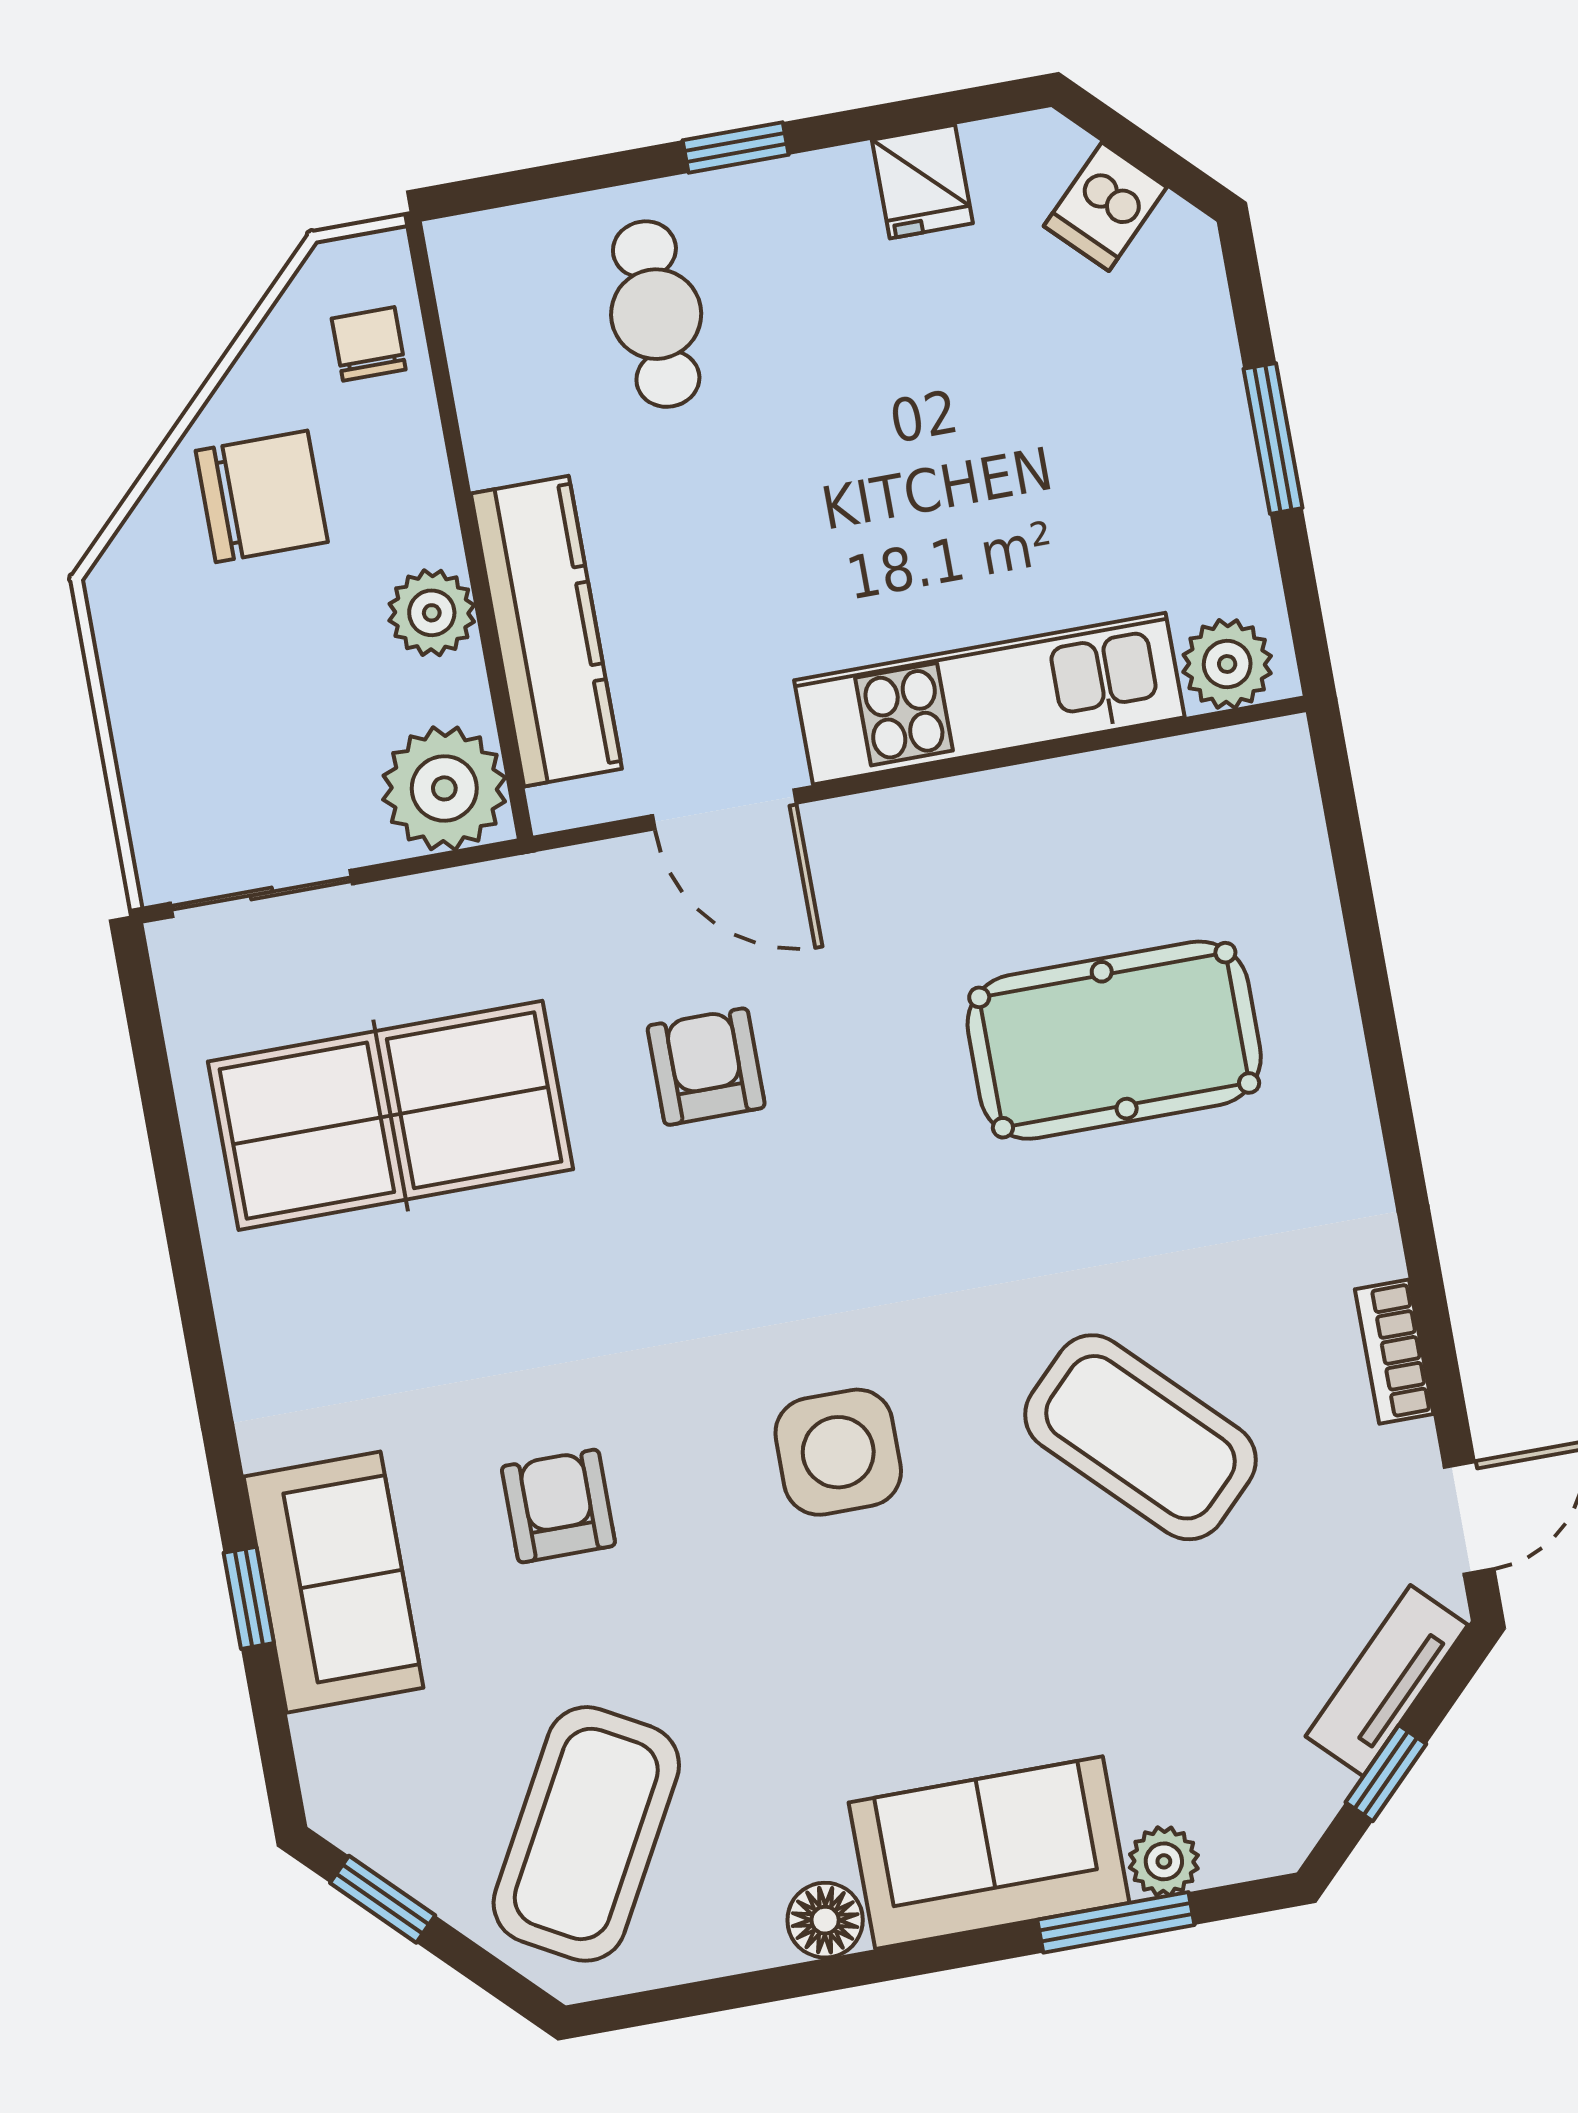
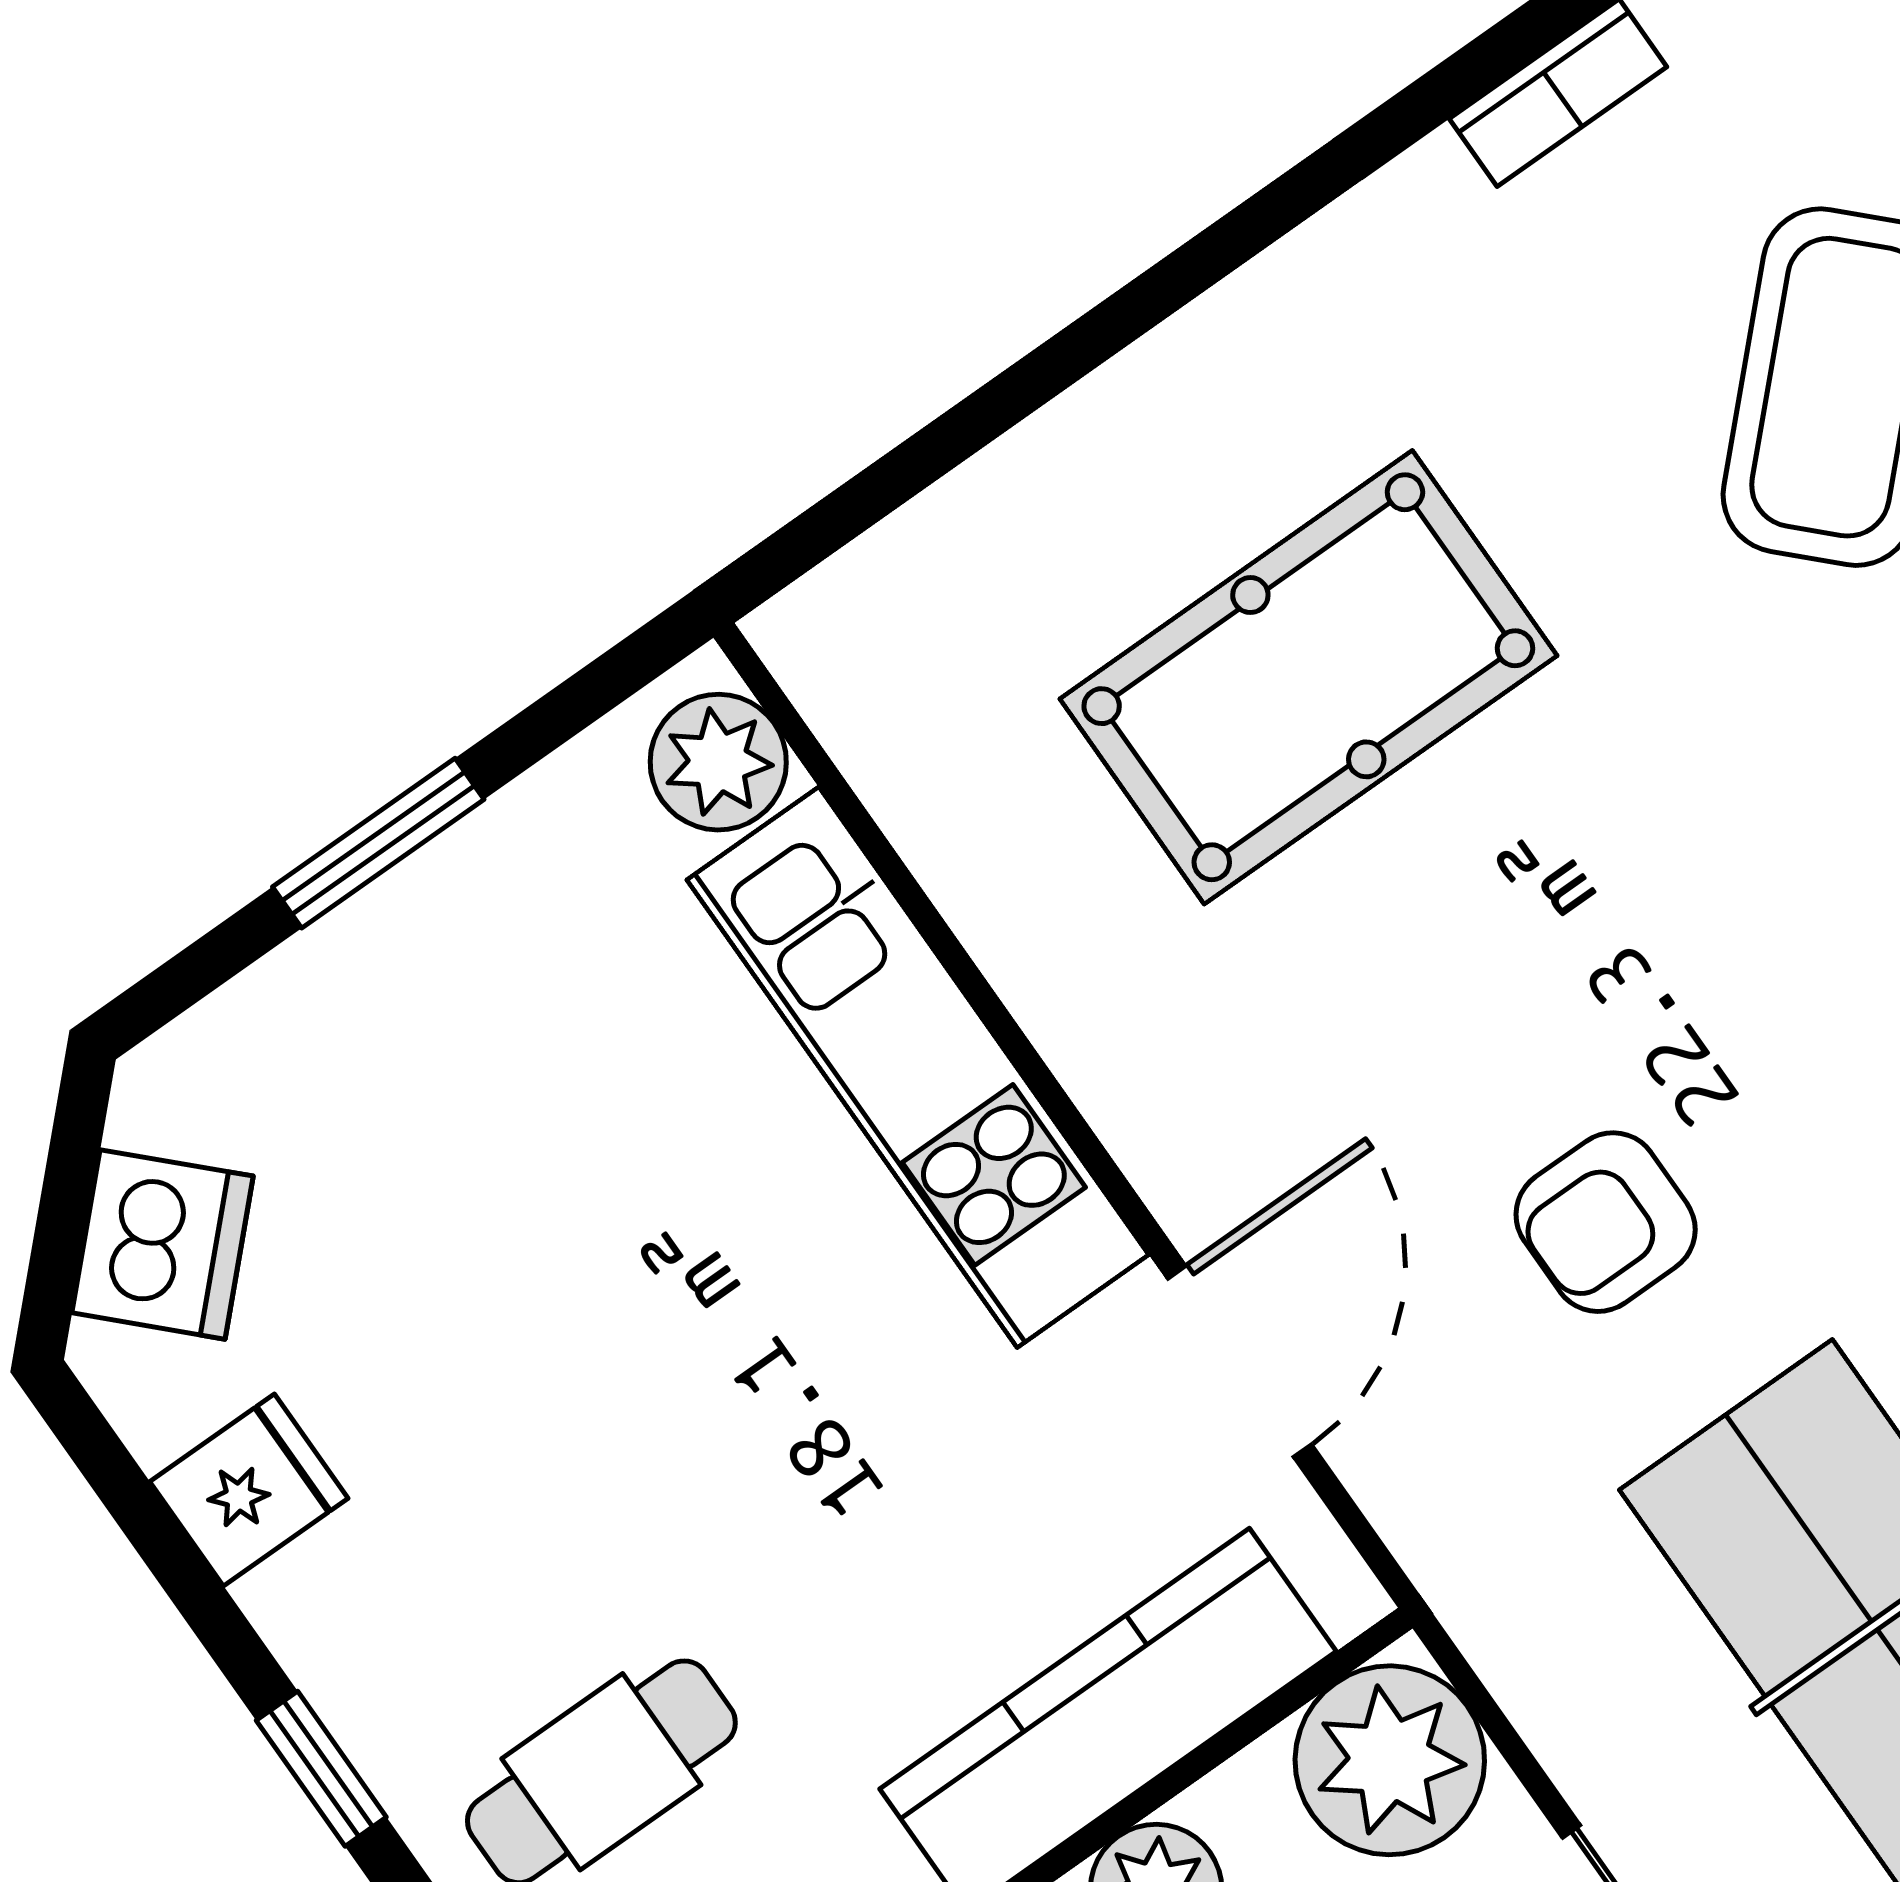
dishwasher: (1105, 207) -> (162, 1244), width x1.38
pool table: (1114, 1040) -> (1308, 677), turned 90

